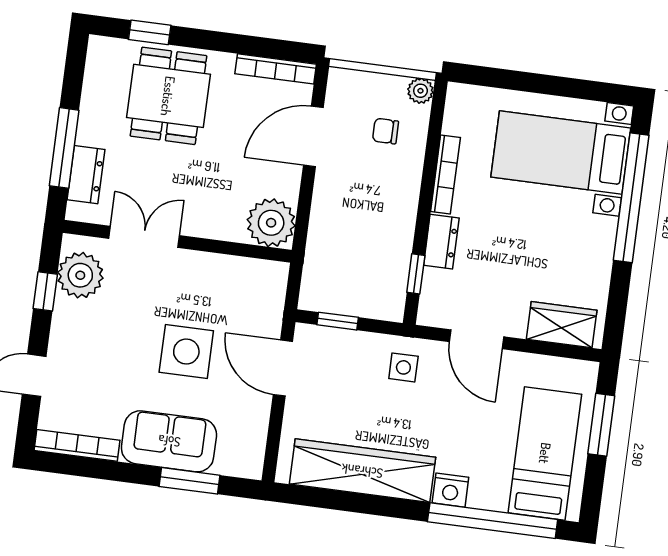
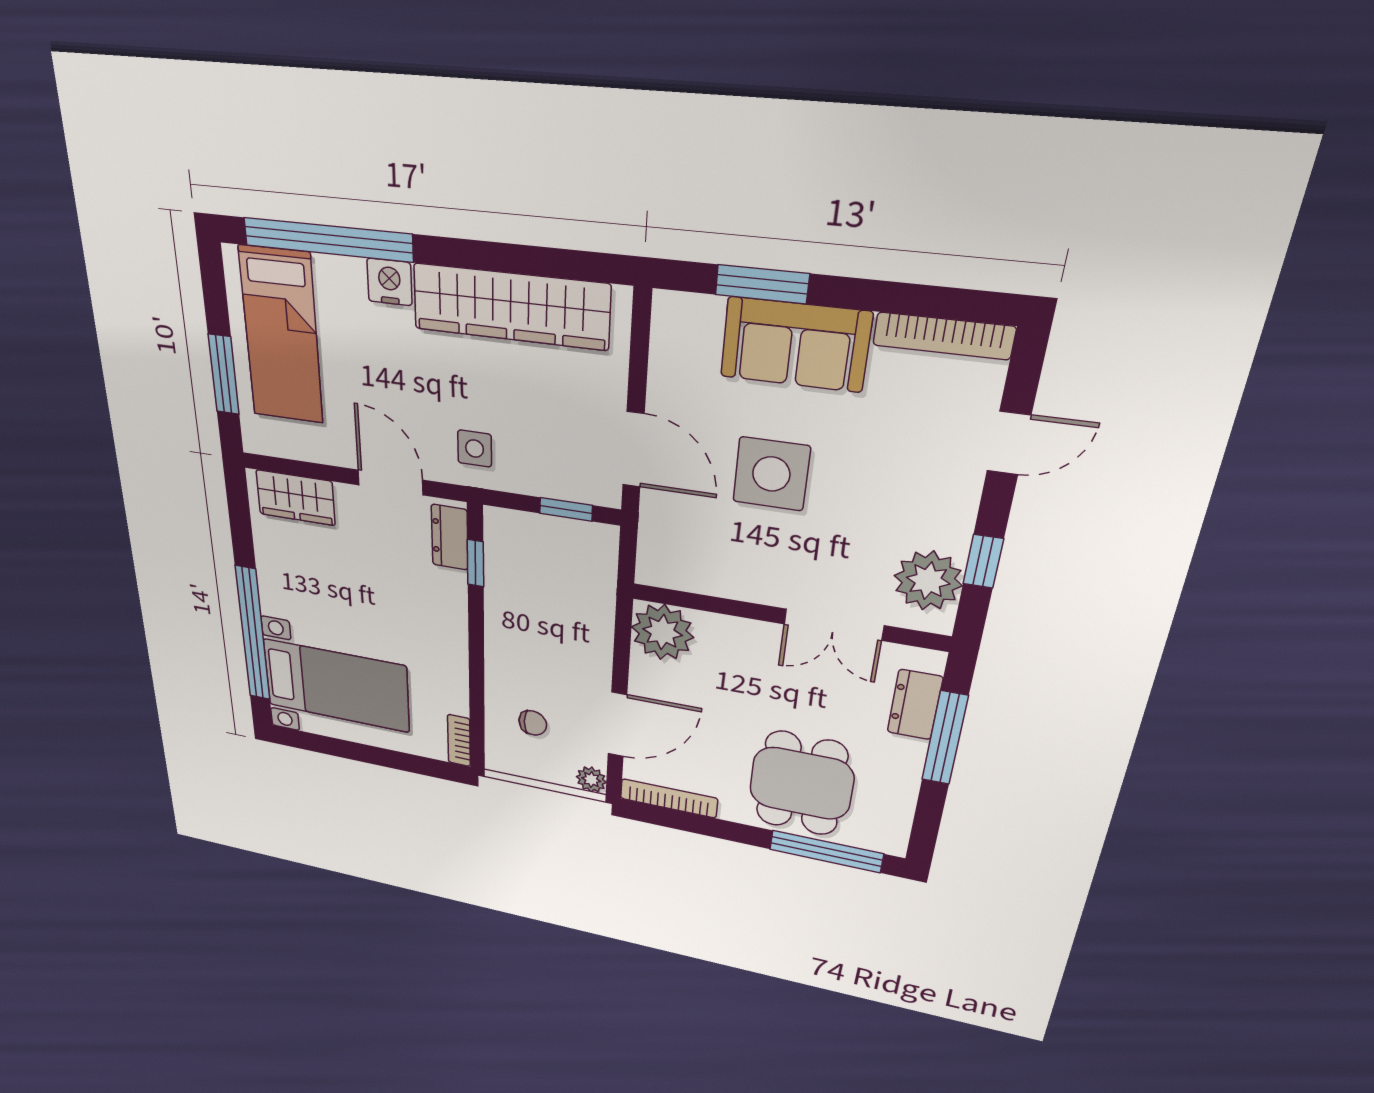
window: (150, 32) -> (826, 852), width x2.17
plant: (420, 91) -> (591, 780), moved
bookcase: (445, 175) -> (459, 741), moved, width x0.64
dresser: (441, 242) -> (450, 537), moved

